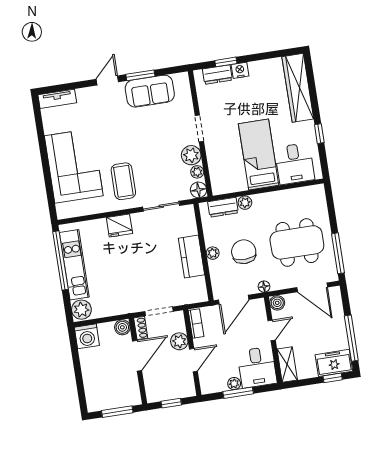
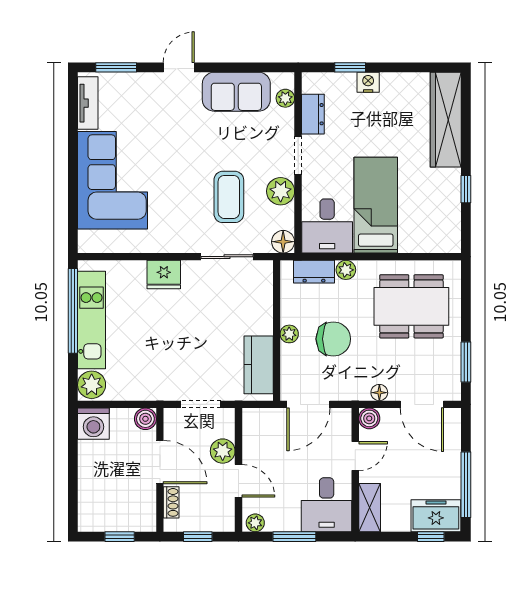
window: (140, 75) -> (116, 67), moved
dresser: (217, 75) -> (313, 114), moved, turned -90
tv unit: (57, 99) -> (88, 103), moved, turned -90
desk: (295, 164) -> (327, 226), moved
plant: (197, 172) -> (285, 98), moved
coffee table: (123, 181) -> (229, 197), moved
dining table: (297, 242) -> (411, 306), moved
chair: (244, 252) -> (333, 339), turned 90
window: (338, 253) -> (466, 362), width x0.69
kitchen counter: (191, 257) -> (259, 365), moved
floor lamp: (264, 287) -> (379, 393), moved
bookcase: (196, 324) -> (250, 430), removed
shoe rack: (141, 328) -> (171, 502), moved
door: (137, 356) -> (160, 462), hinge flipped
door: (193, 360) -> (238, 481), hinge flipped
plant: (234, 384) -> (255, 523), moved
window: (117, 412) -> (120, 537), width x0.67

